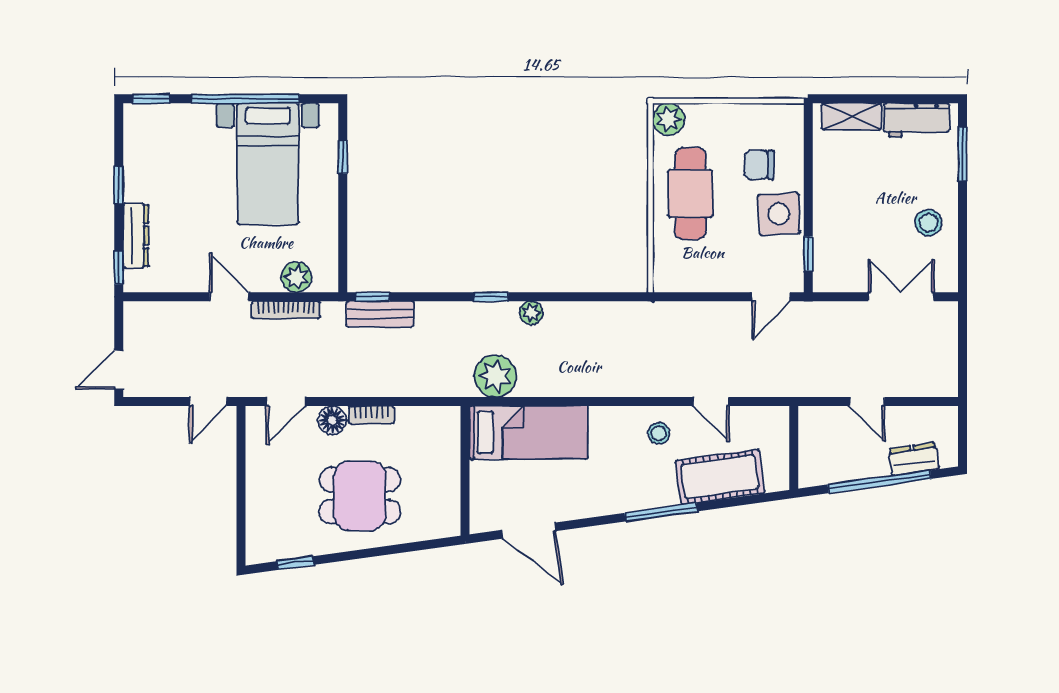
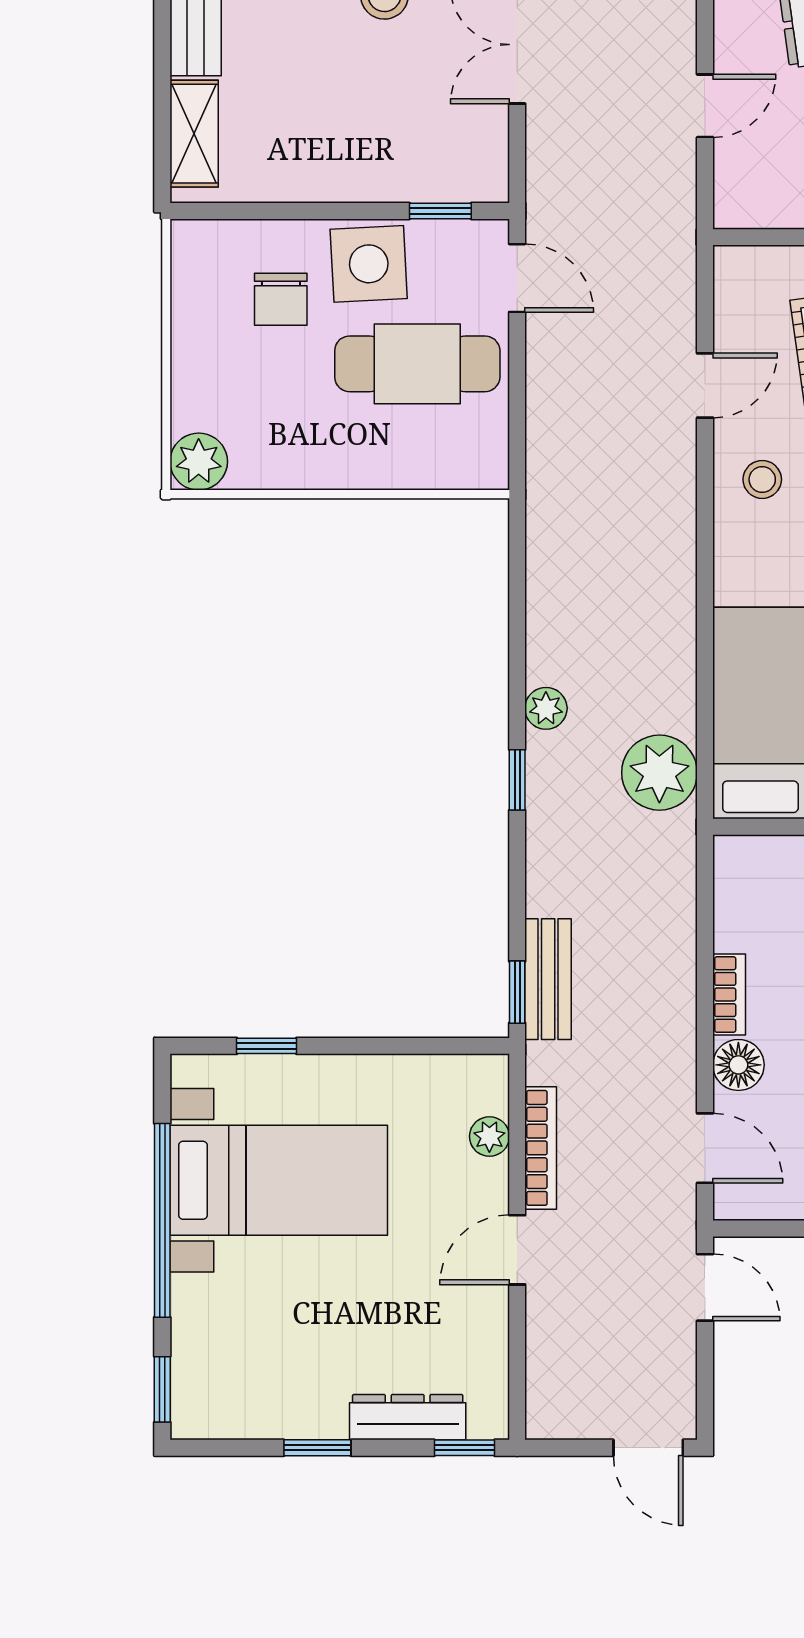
cafe table: (690, 194) -> (417, 364), moved
plant: (296, 277) -> (489, 1136), width x0.73, depth x0.73

